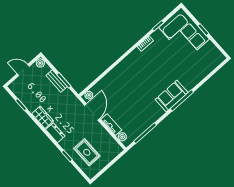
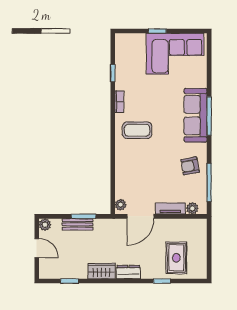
corner sofa: (184, 33) -> (175, 54), moved
coffee table: (138, 67) -> (137, 130), added
door: (23, 70) -> (37, 248), swing flipped
sofa: (172, 96) -> (196, 115), width x1.36
door: (92, 112) -> (140, 216), swing flipped
armchair: (145, 114) -> (190, 166), added
rug: (87, 152) -> (176, 258), turned 90

